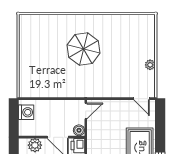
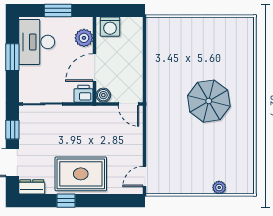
plant: (150, 65) -> (219, 188), moved
washing machine: (26, 112) -> (110, 27), moved

